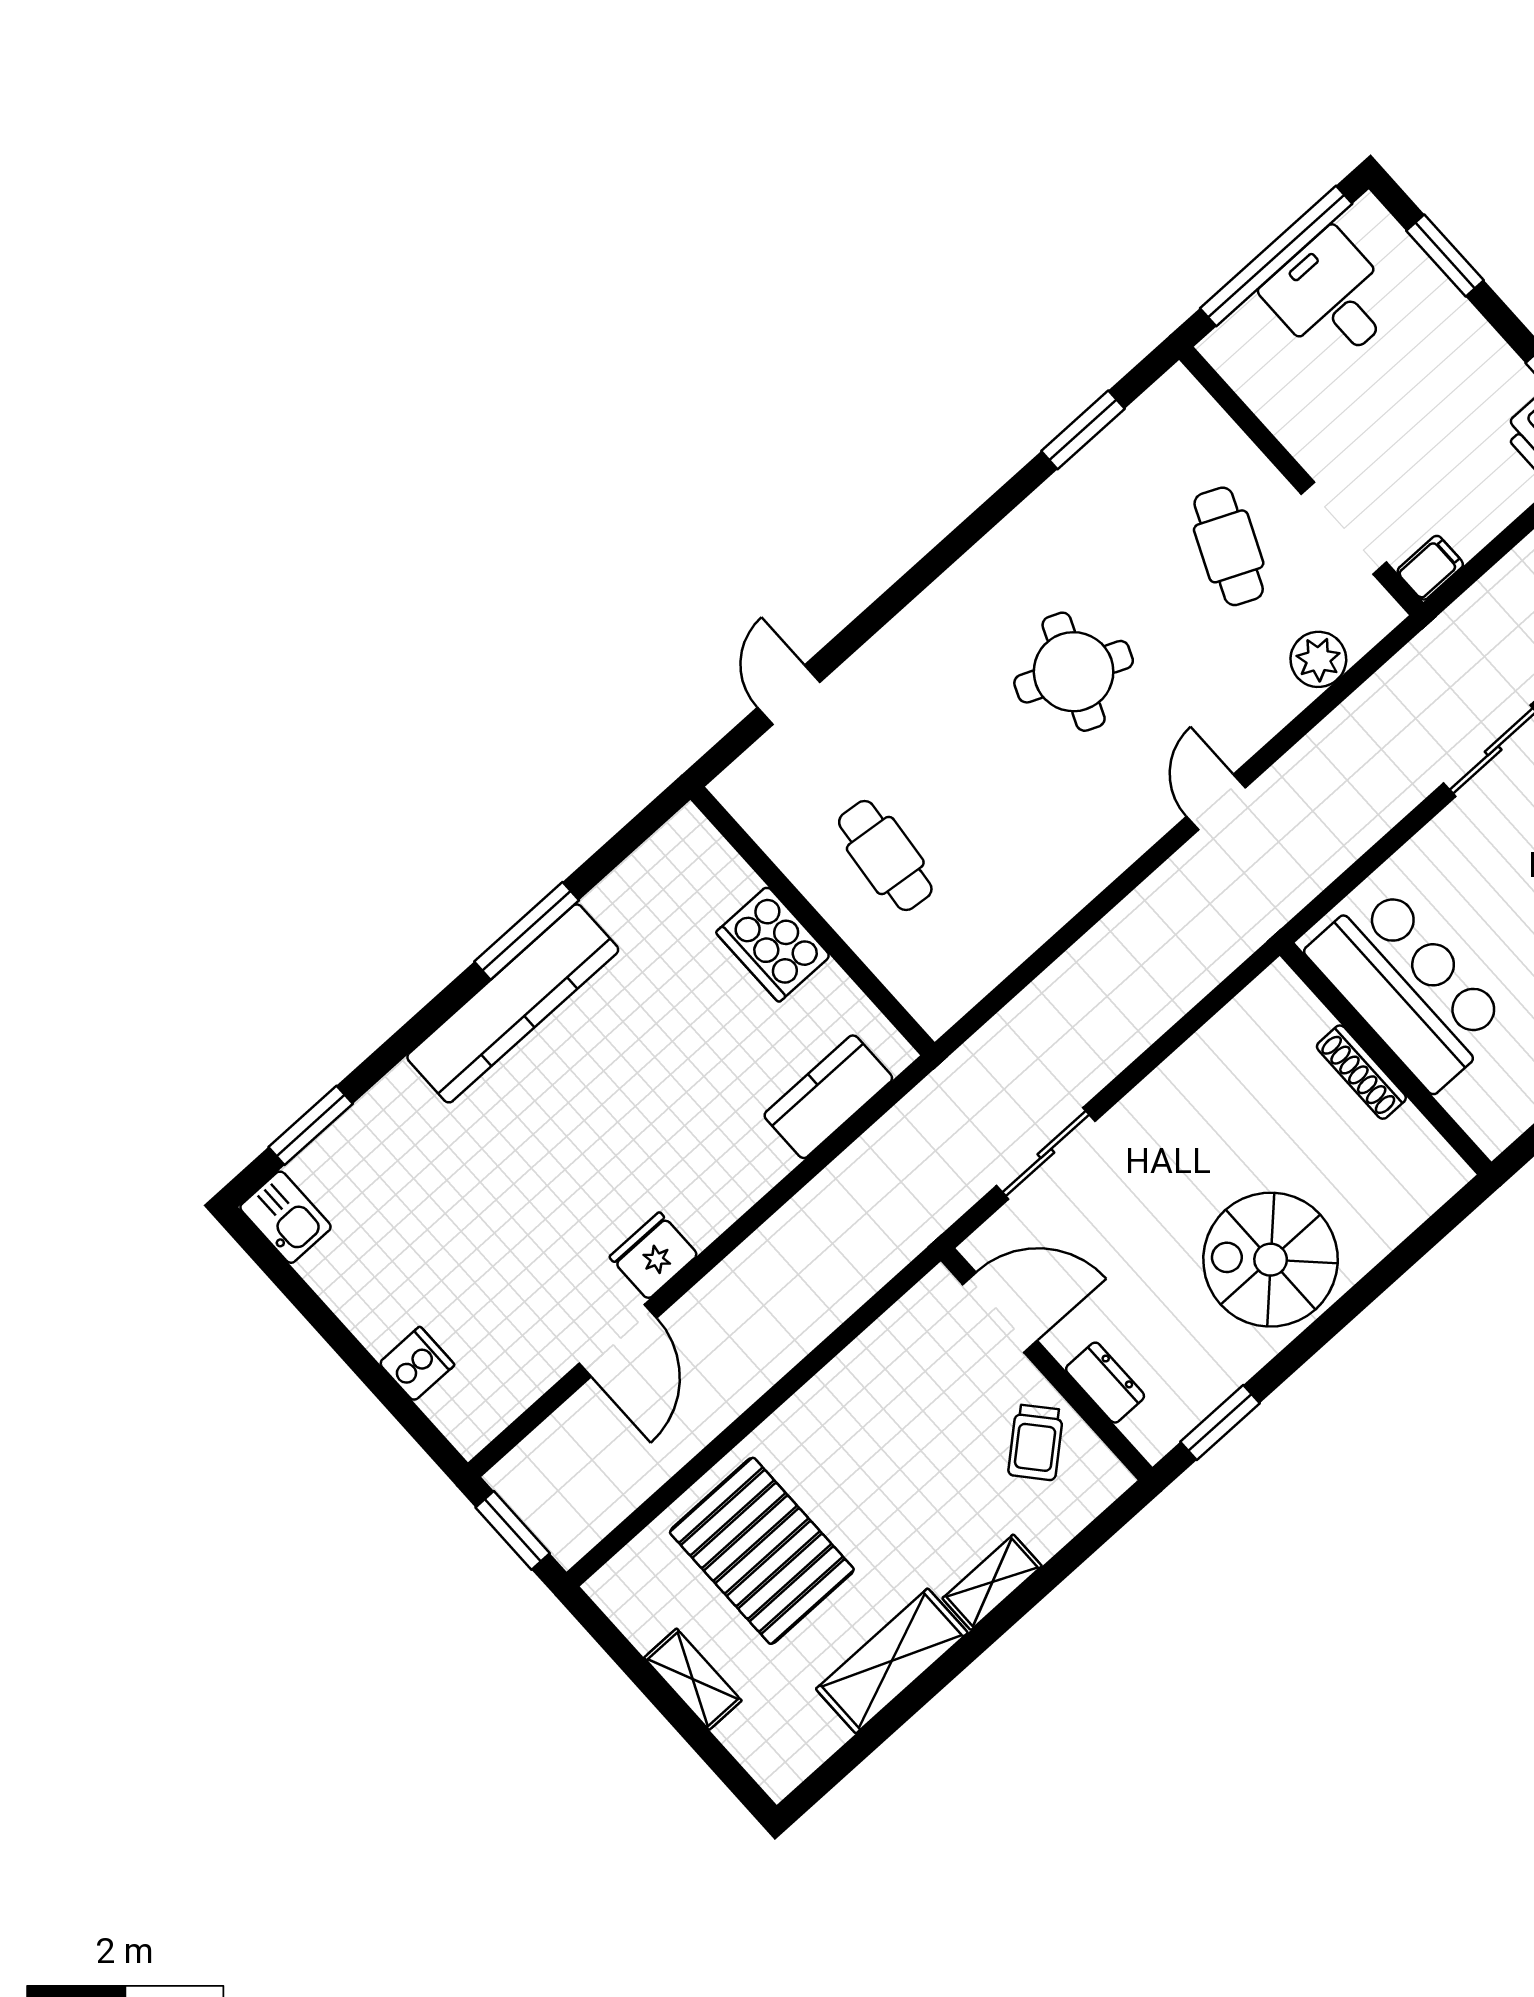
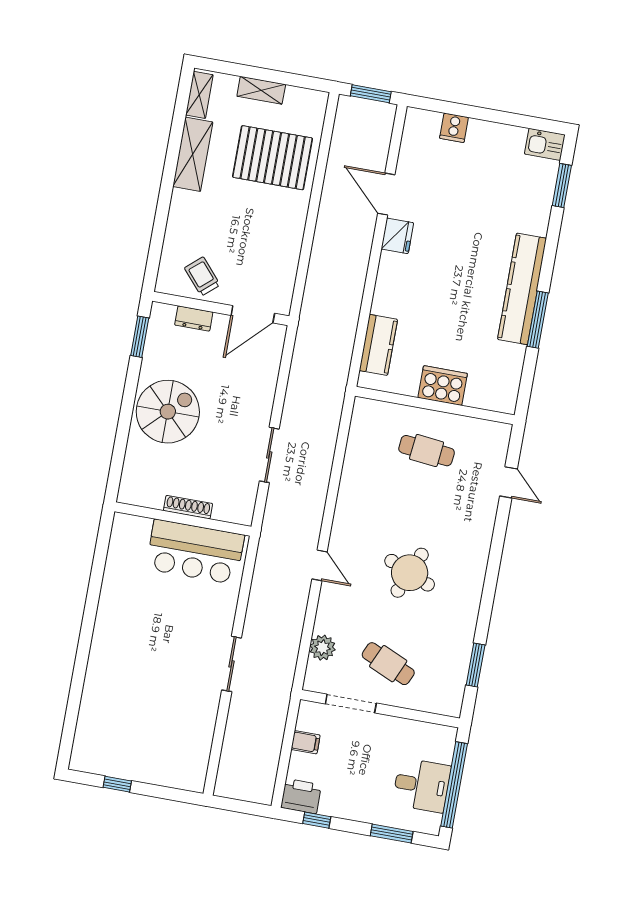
filing cabinet: (1430, 568) -> (306, 742), moved, turned -90
sliding door: (1046, 1153) -> (269, 455), moved
shelving: (992, 1582) -> (199, 95), moved

